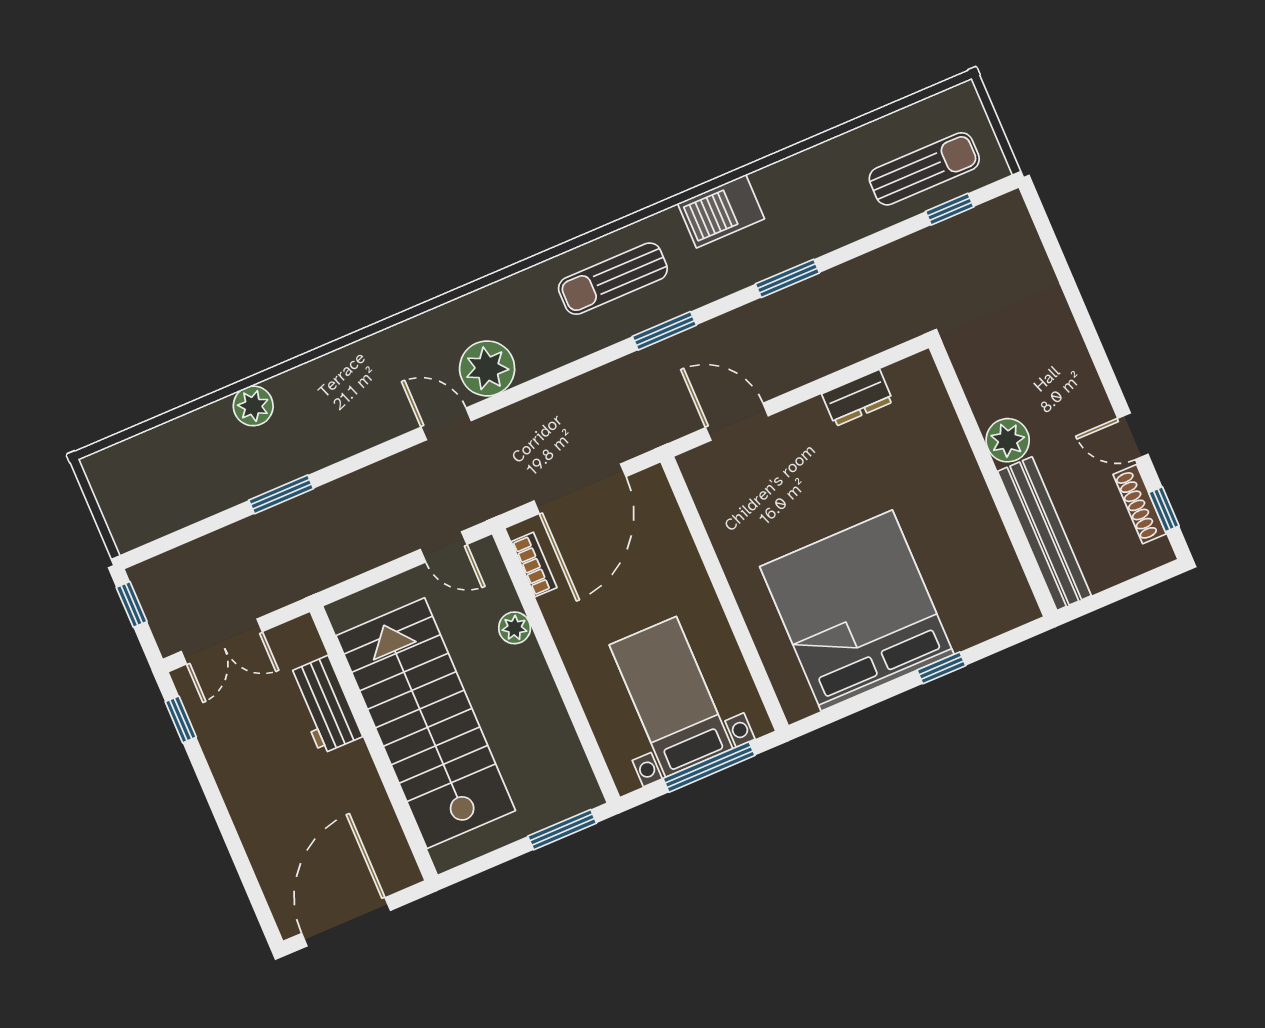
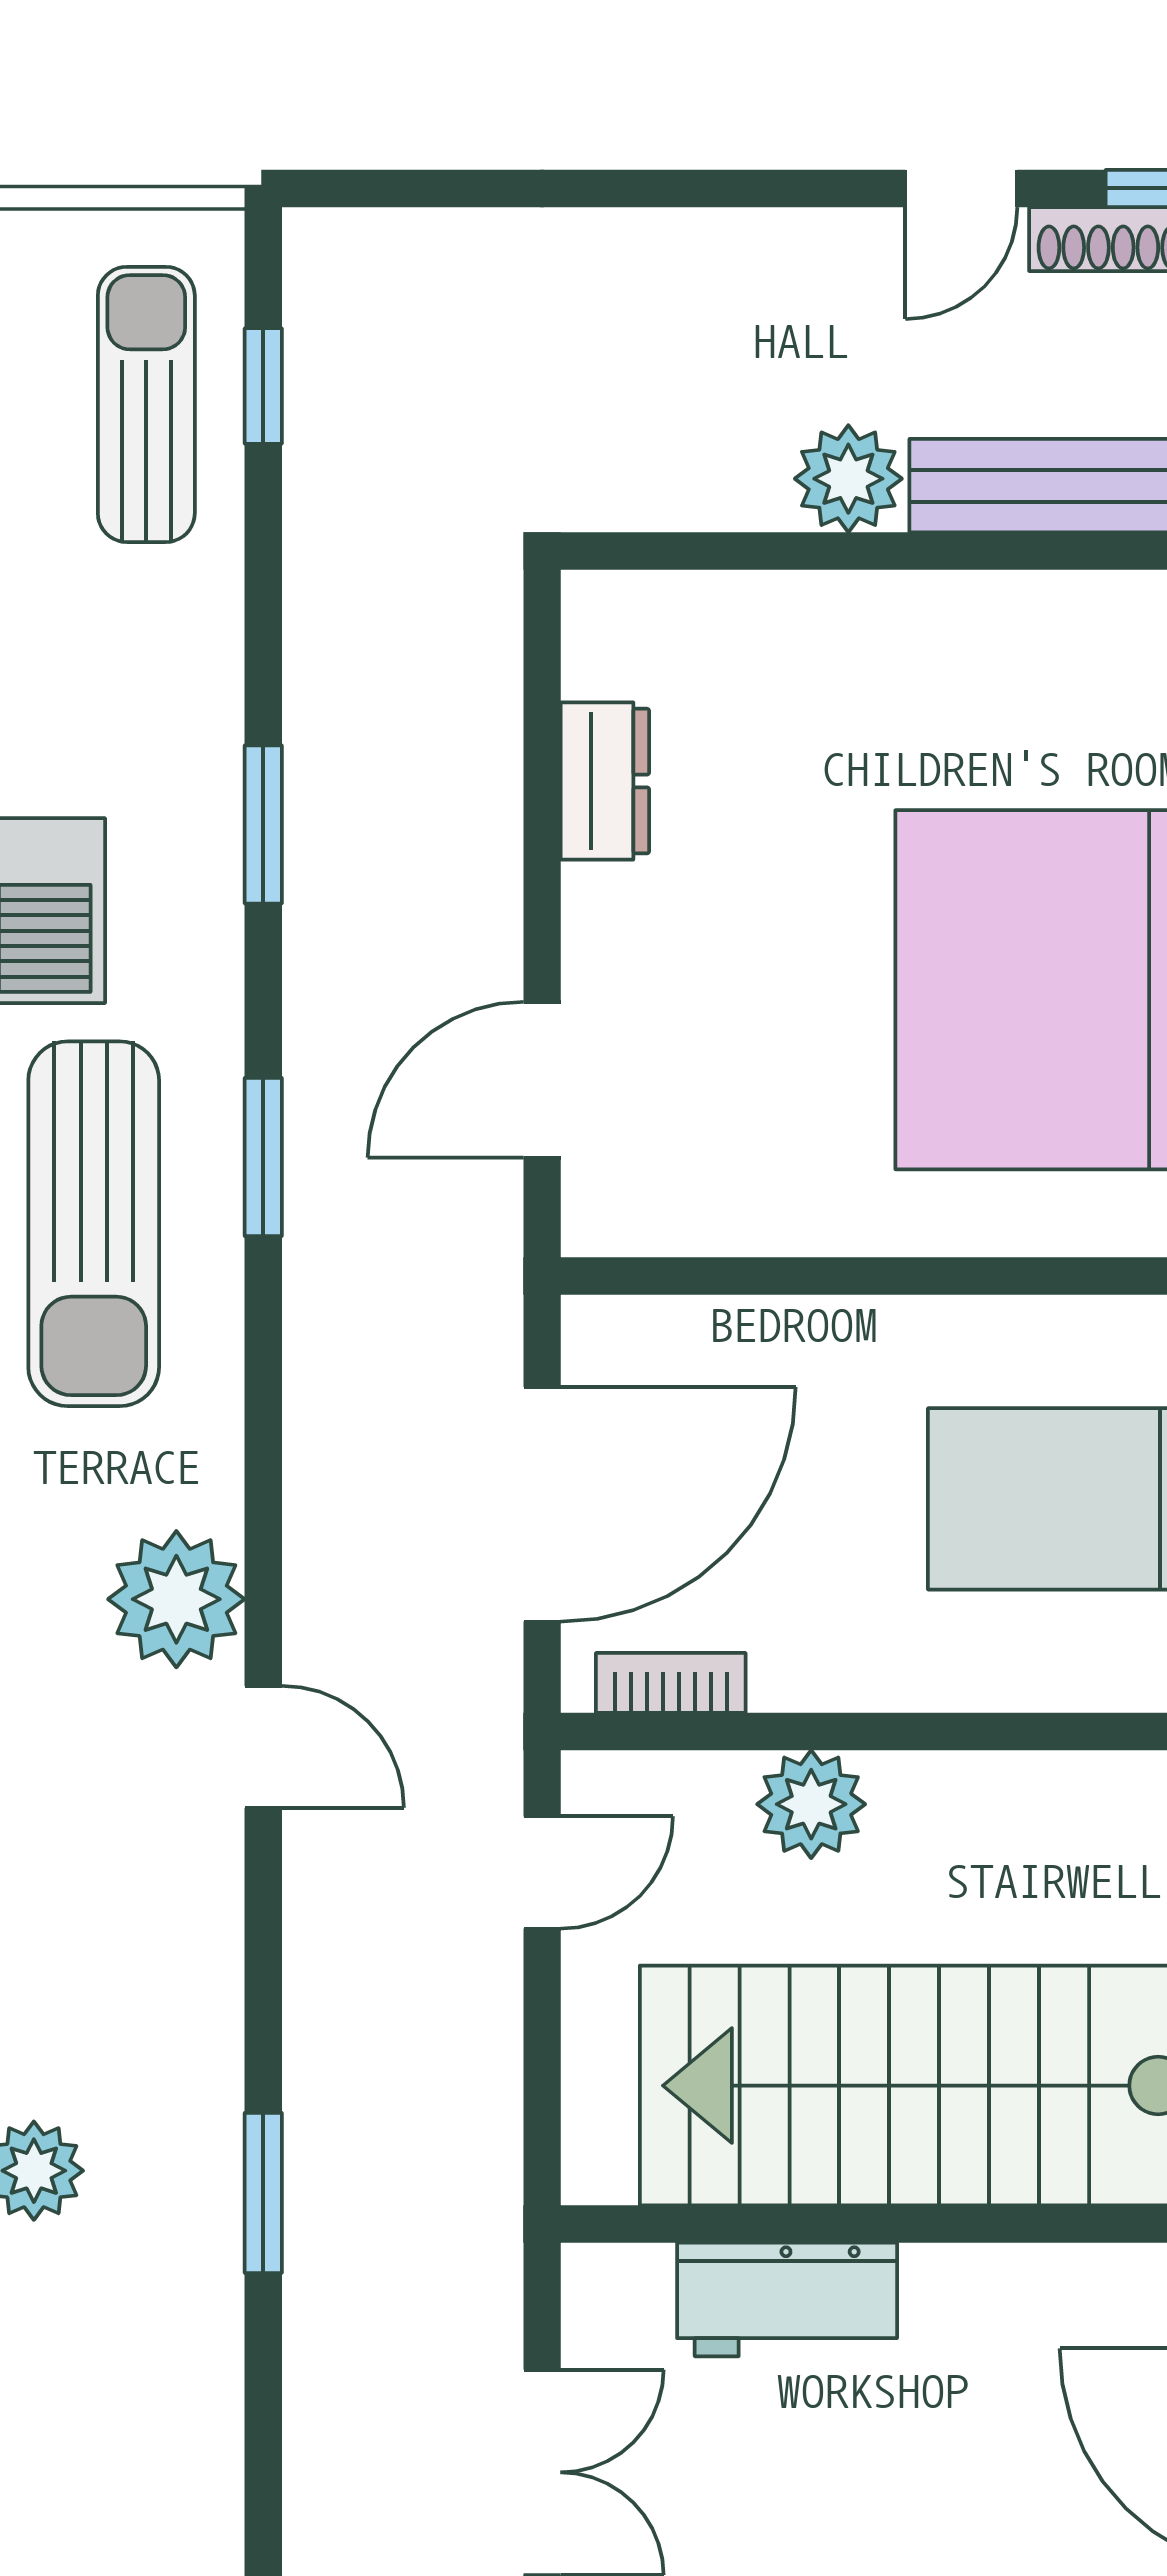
sun lounger: (613, 279) -> (94, 1224), width x1.36, depth x1.34
door: (446, 424) -> (263, 1747), swing flipped
door: (580, 489) -> (542, 1504), hinge flipped
plant: (515, 628) -> (811, 1804), width x1.38, depth x1.38

